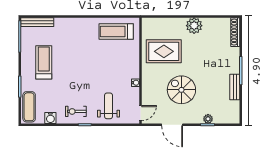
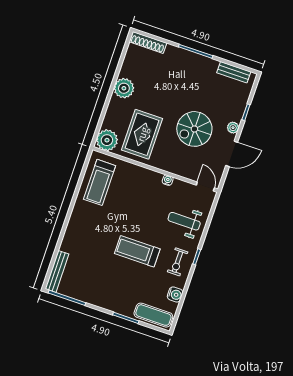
plant: (150, 26) -> (107, 140), added
treadmill: (44, 62) -> (137, 251), moved
bench: (235, 87) -> (234, 72), moved
plant: (208, 119) -> (233, 128), moved

